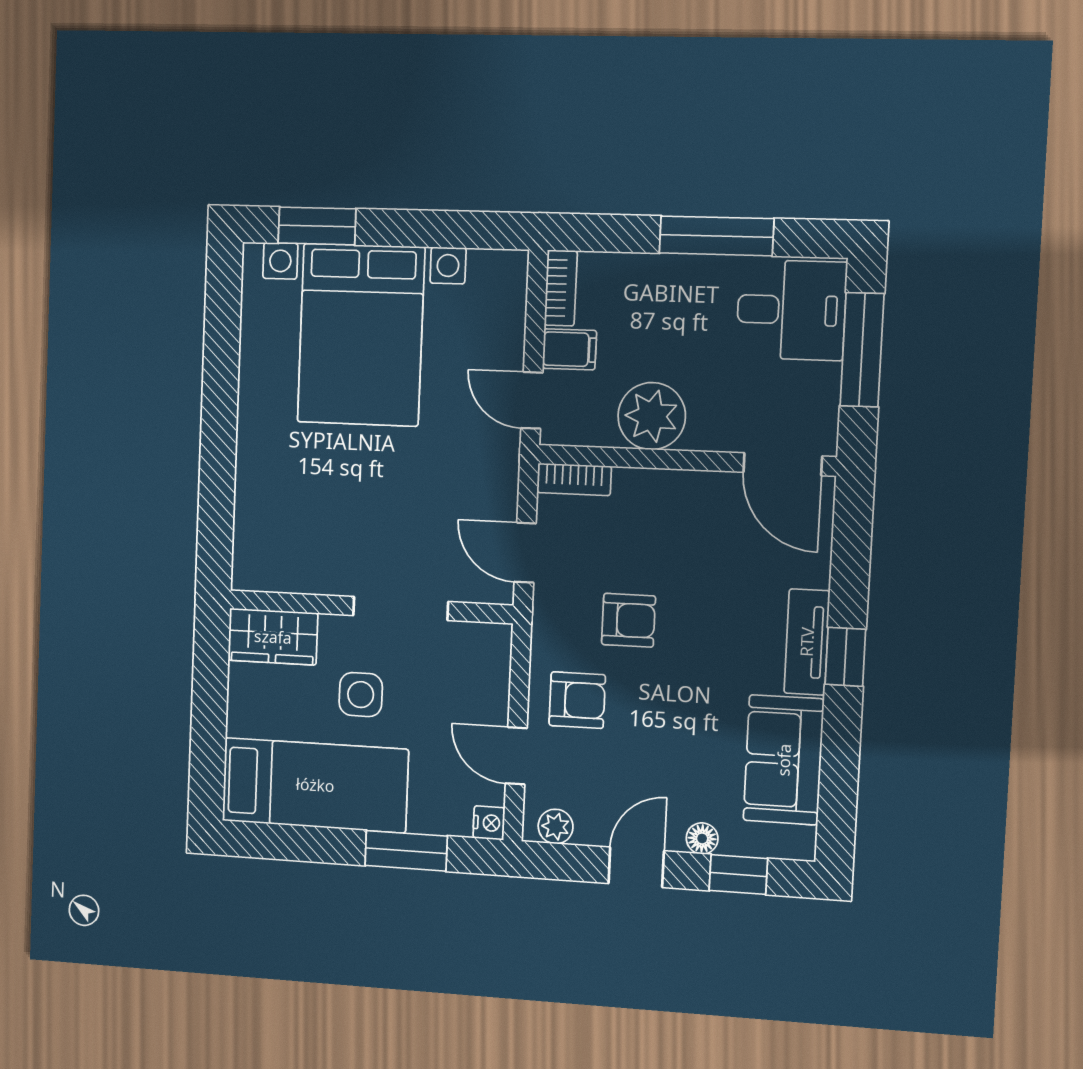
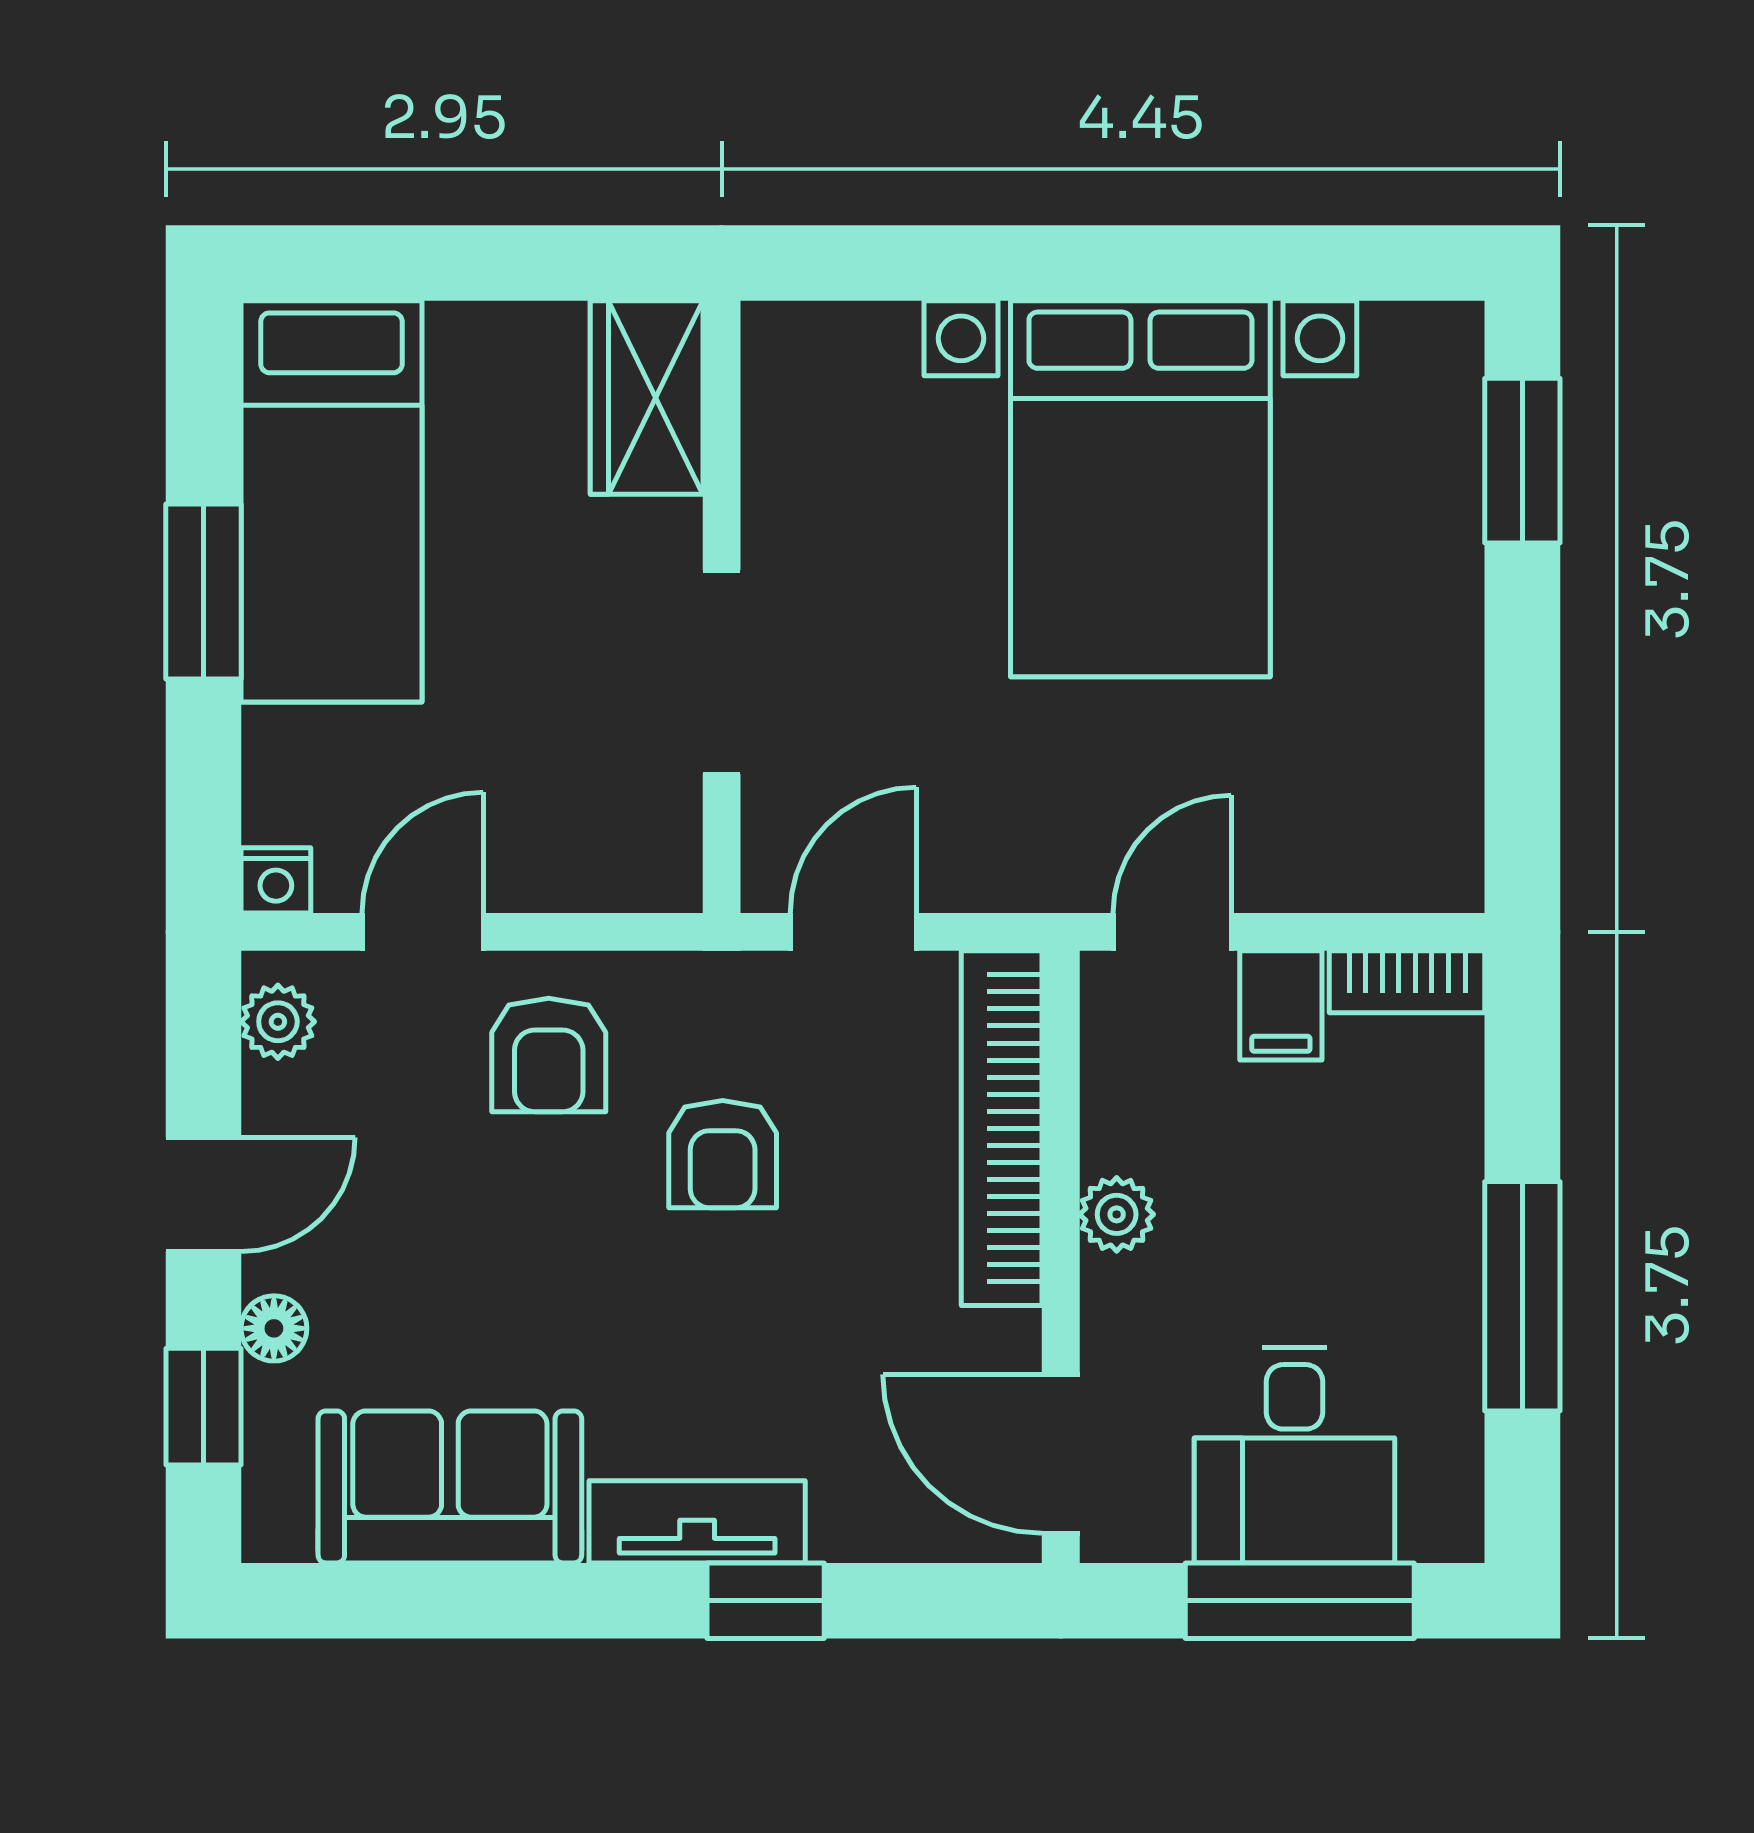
desk: (791, 310) -> (1294, 1455), moved
bed with nightstands: (361, 335) -> (1140, 489), moved, turned -90
plant: (652, 416) -> (1117, 1214), width x0.53, depth x0.53
door: (783, 464) -> (1061, 1454), hinge flipped
bookcase: (574, 479) -> (1002, 1128), width x2.31, depth x1.31
window: (845, 657) -> (766, 1601), moved
side table: (361, 695) -> (533, 594), removed
window: (406, 851) -> (203, 592), moved
door: (636, 867) -> (203, 1194), hinge flipped

